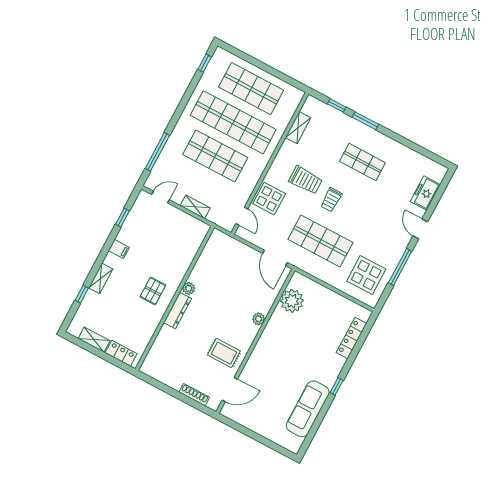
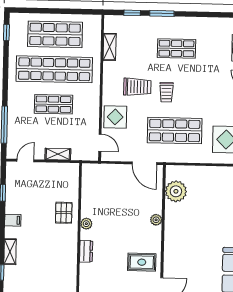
shop shelf: (215, 156) -> (53, 104), width x0.70, depth x0.74
pallet: (153, 291) -> (64, 213), moved
dresser: (178, 311) -> (86, 251), width x0.70

